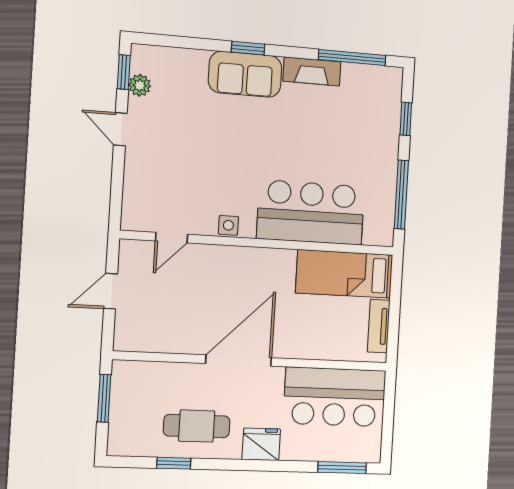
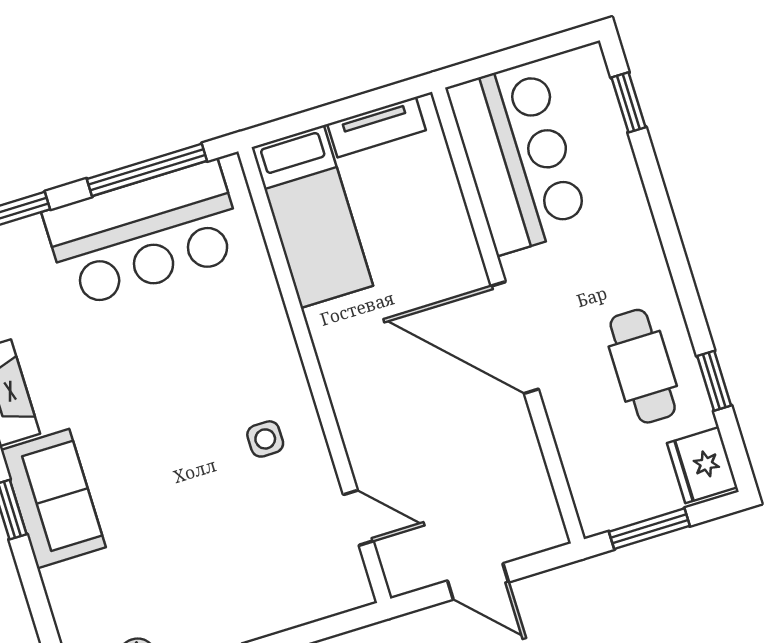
bar counter: (311, 212) -> (144, 234), moved, turned -90
side table: (228, 225) -> (265, 439), moved
fridge: (261, 444) -> (702, 465), moved
window: (342, 468) -> (628, 102), width x0.67

